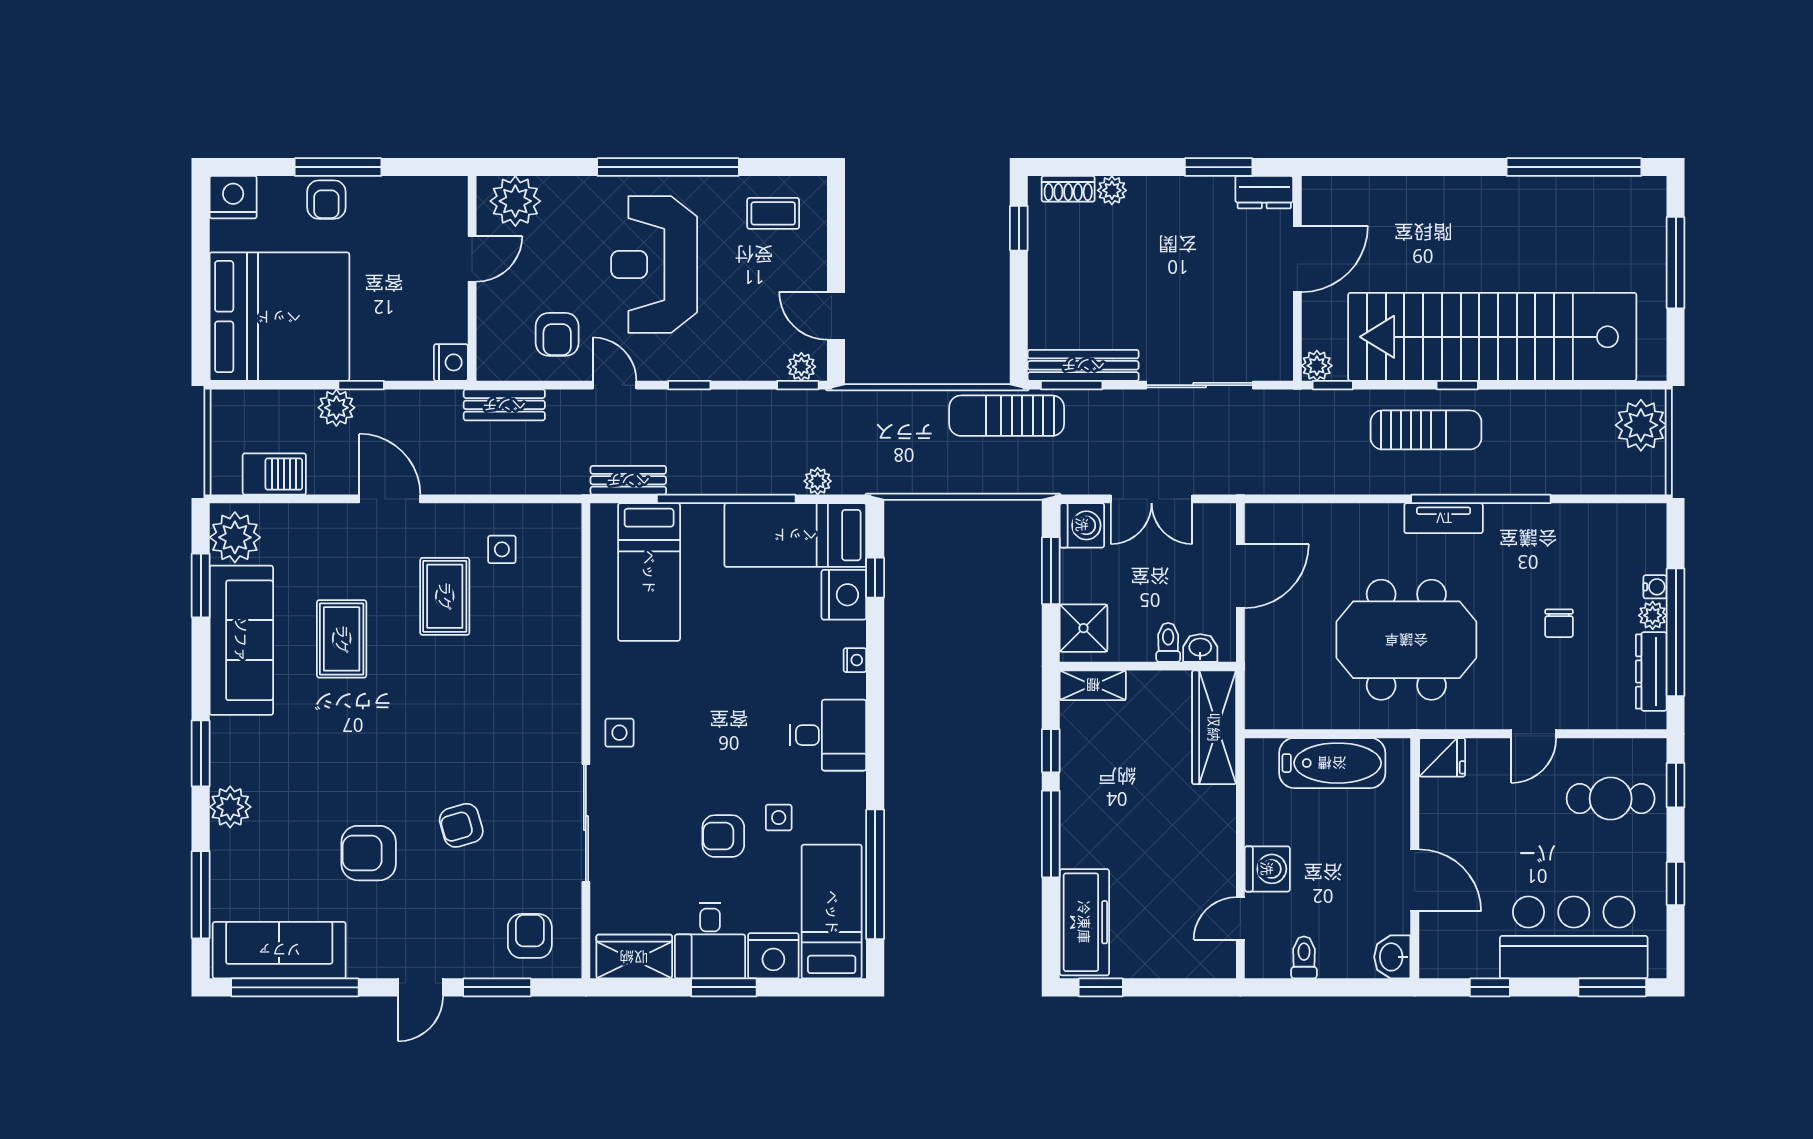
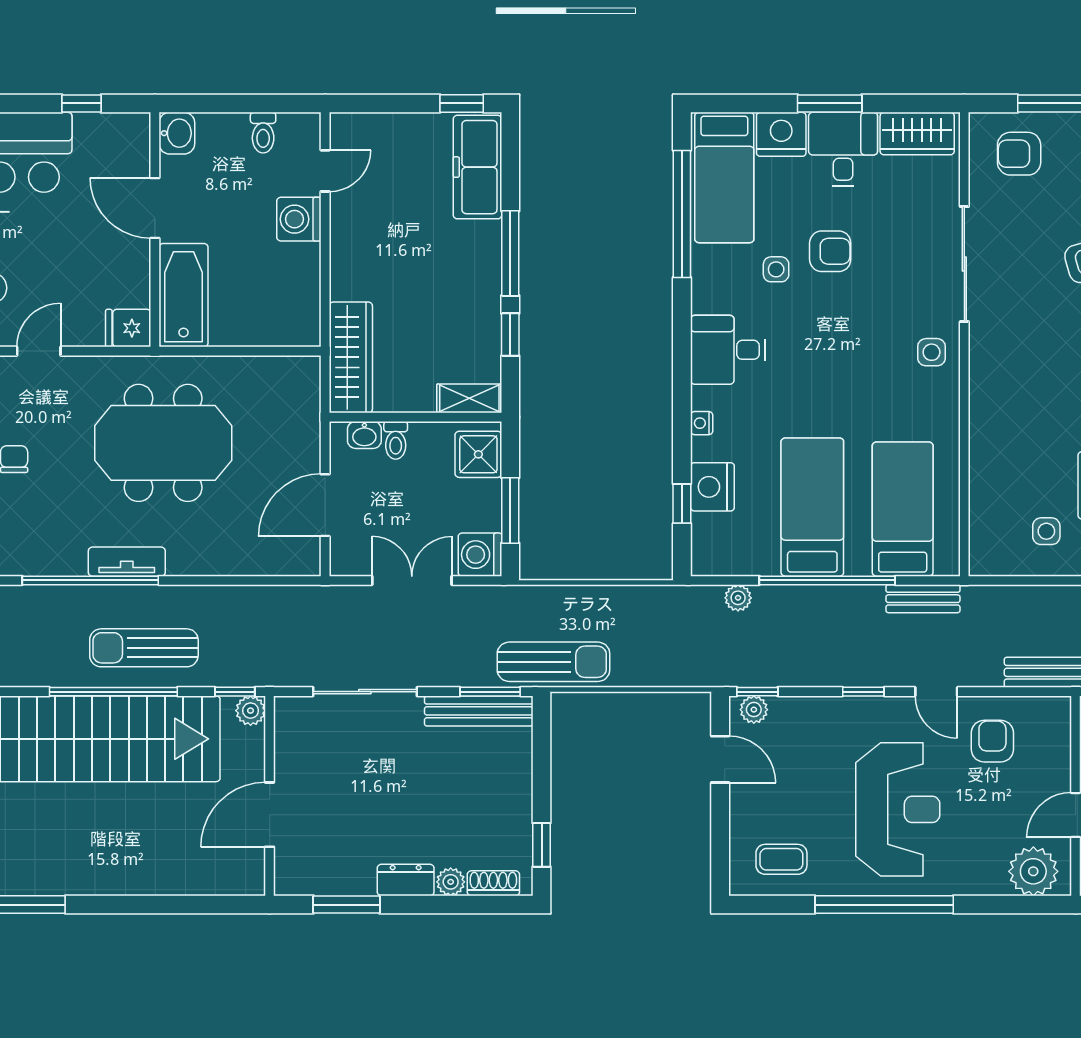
dresser: (1264, 192) -> (406, 880), moved
window: (1457, 385) -> (113, 692), width x3.17
bed: (795, 535) -> (812, 507), moved, turned -90
bathtub: (1332, 763) -> (184, 295), moved, turned 90
armchair: (530, 936) -> (1019, 154), turned 90

